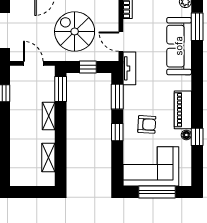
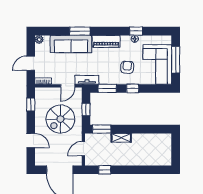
window: (197, 27) -> (80, 31), moved
piano: (183, 110) -> (106, 41), moved
shelving: (48, 157) -> (151, 138), removed

